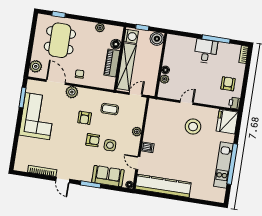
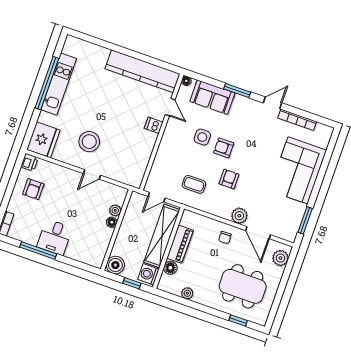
dining table: (60, 40) -> (243, 286), turned 90
corner sofa: (37, 116) -> (298, 170), moved
plant: (137, 132) -> (164, 148), removed
door: (63, 180) -> (272, 103), hinge flipped

